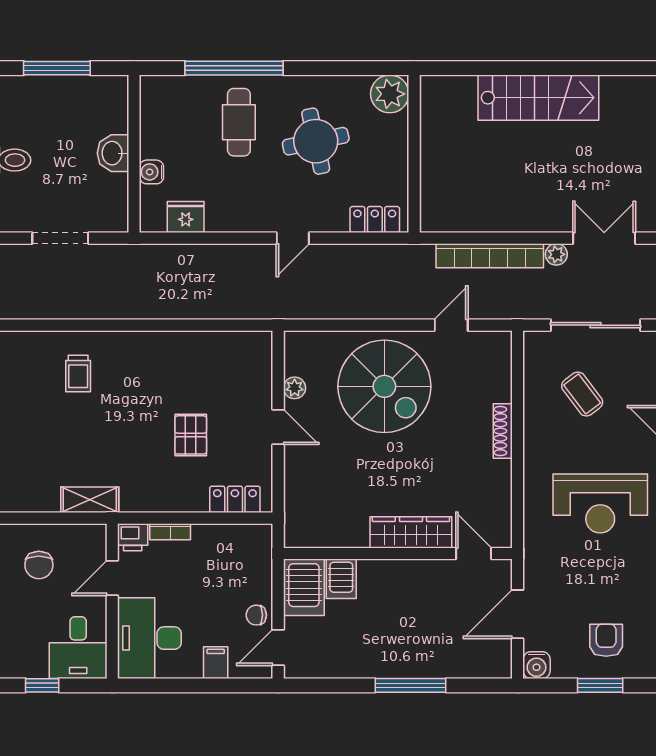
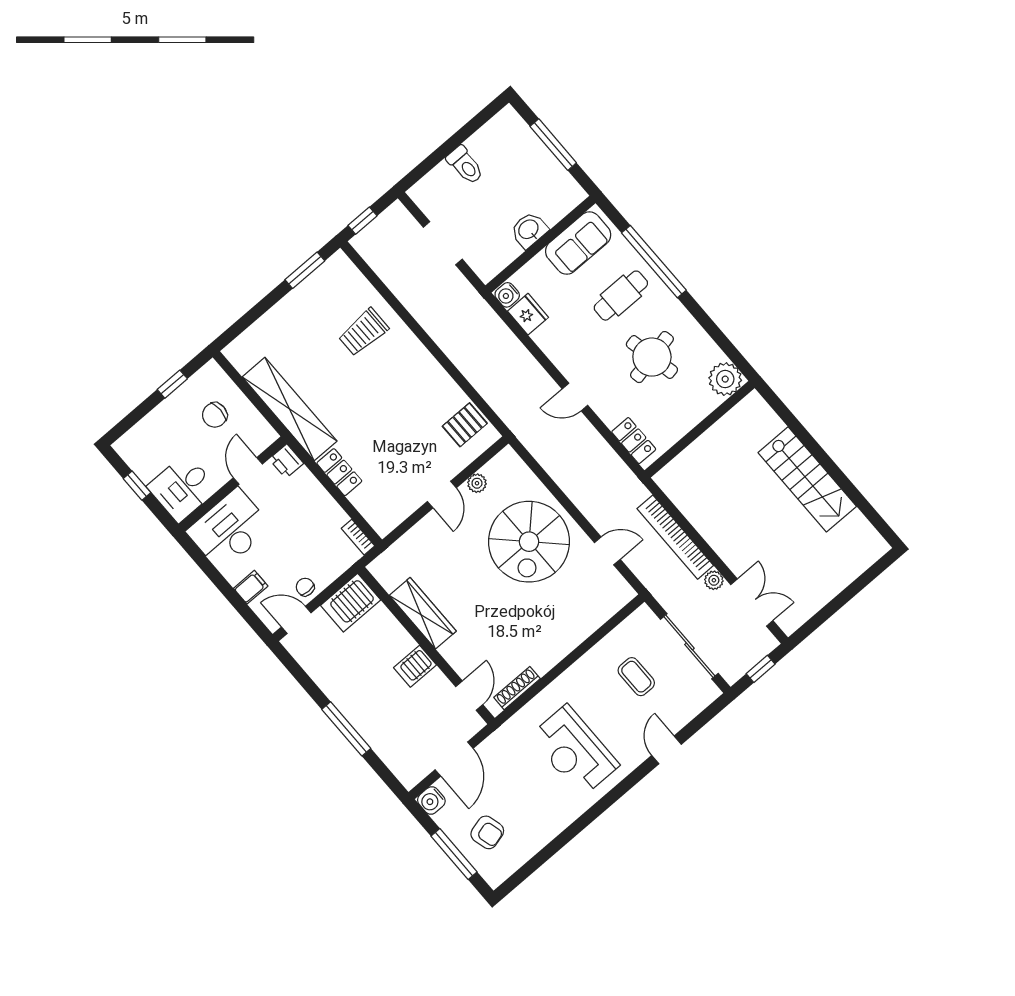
sofa: (161, 120) -> (578, 243), added
water cooler: (151, 172) -> (507, 295), moved, turned -90
trolley: (78, 374) -> (363, 332), width x1.36, depth x1.39
coffee table: (582, 394) -> (636, 677), turned -53
shoe rack: (503, 431) -> (517, 688), moved
pallet: (191, 435) -> (465, 425), moved
locker: (235, 499) -> (339, 472), moved
shelving: (90, 500) -> (290, 409), width x2.20, depth x1.33
bookcase: (170, 532) -> (358, 537), moved
wardrobe: (411, 532) -> (423, 613), moved
door: (112, 578) -> (248, 471), hinge flipped
server rack: (341, 579) -> (415, 666), moved
door: (518, 614) -> (454, 759), swing flipped
armchair: (606, 640) -> (487, 832), turned 75
window: (600, 685) -> (454, 854), width x1.44

